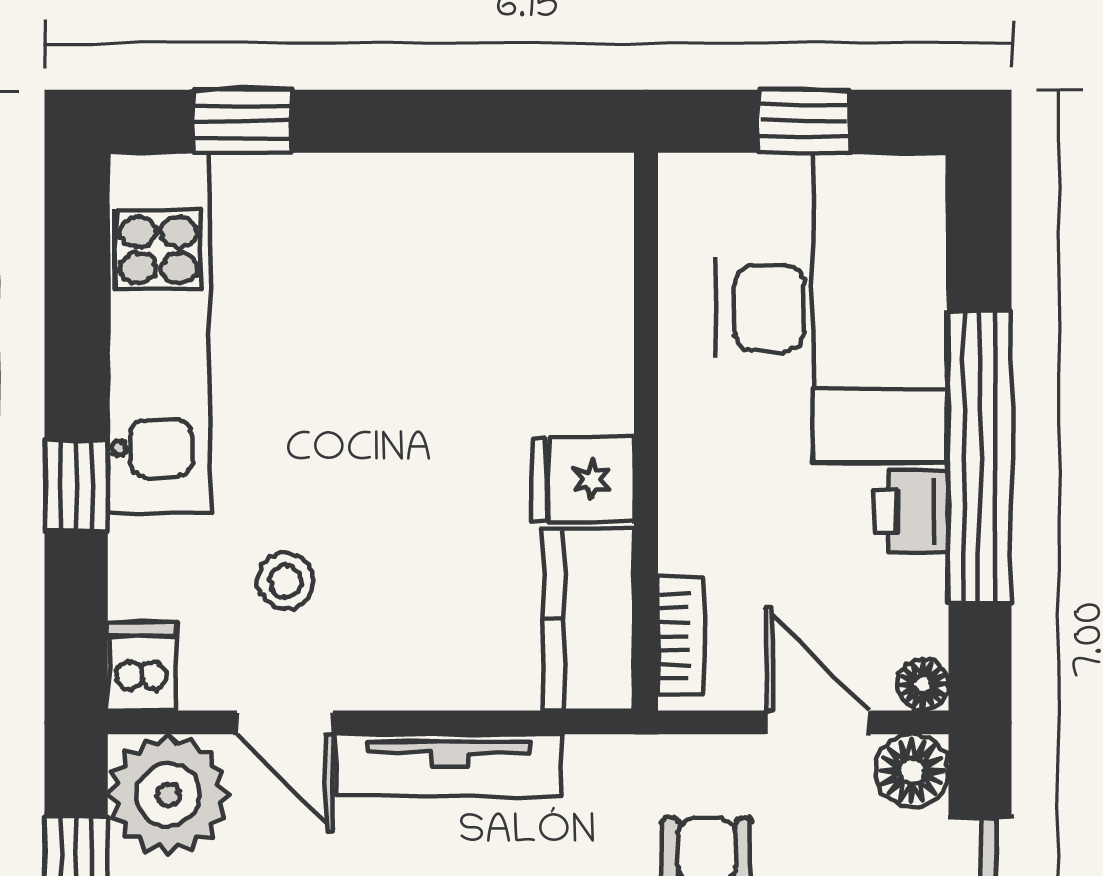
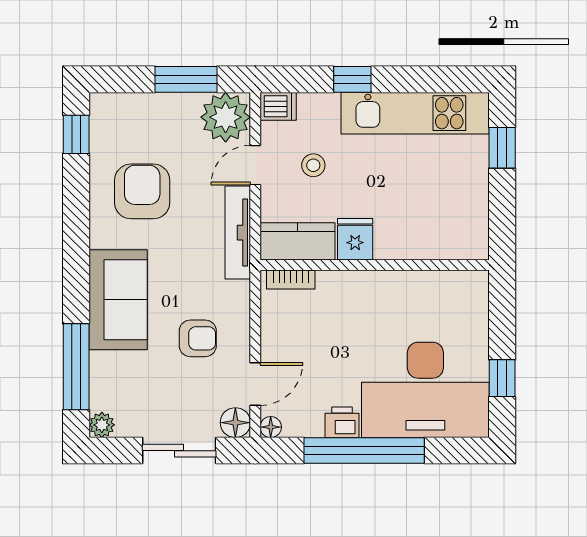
wall: (646, 432) -> (375, 265), moved
fridge: (583, 479) -> (355, 239), moved
kitchen counter: (589, 620) -> (298, 241), moved
bookcase: (681, 636) -> (291, 280), moved

